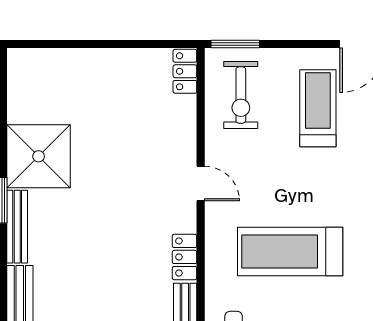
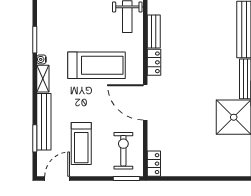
door: (201, 184) -> (145, 102), width x1.88

